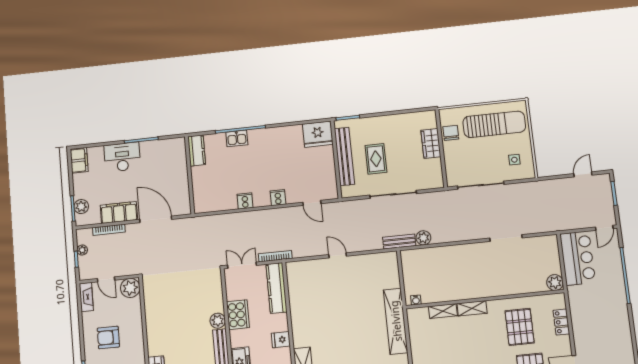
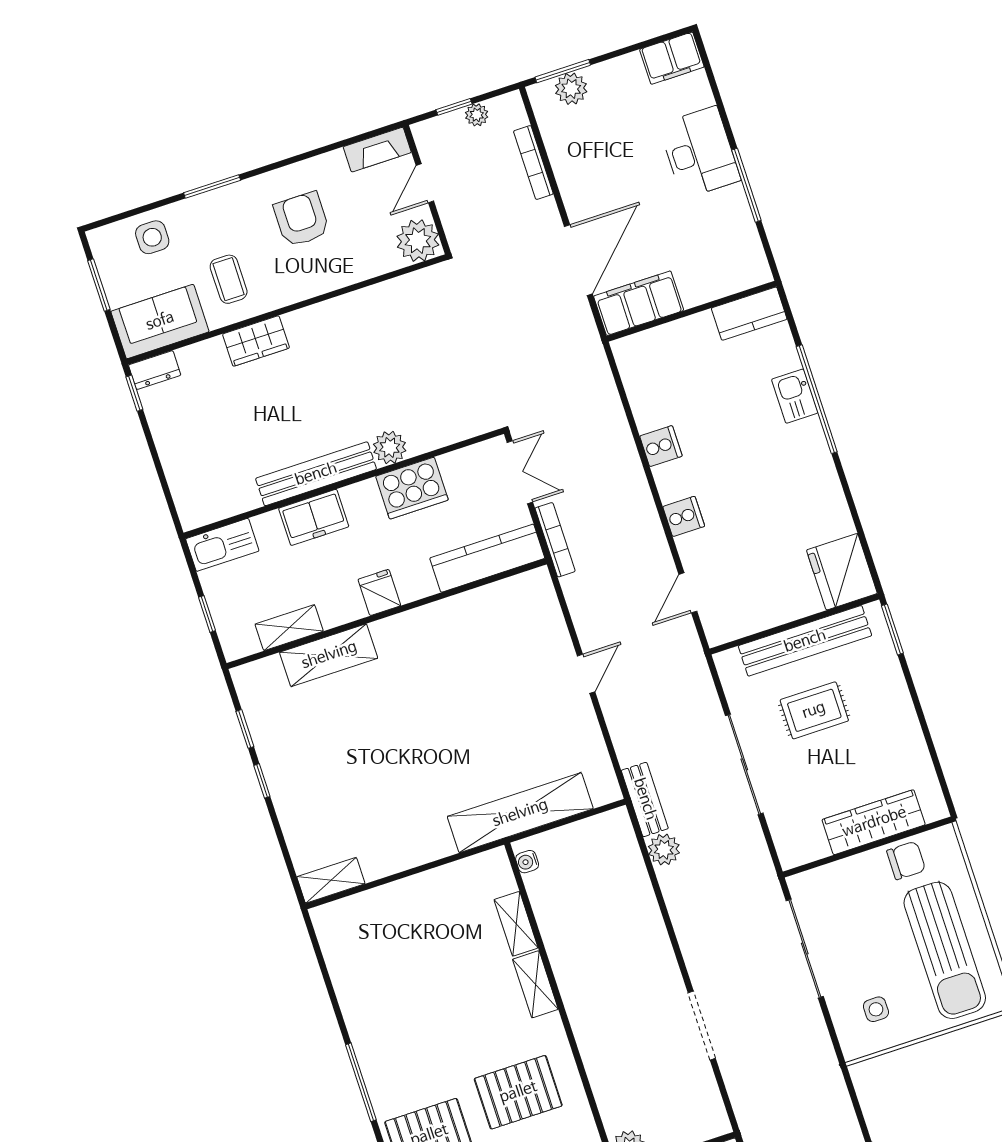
wardrobe: (431, 143) -> (874, 822), width x1.50
filing cabinet: (119, 212) -> (639, 303), moved, turned -90
shelving: (396, 321) -> (520, 813), moved

